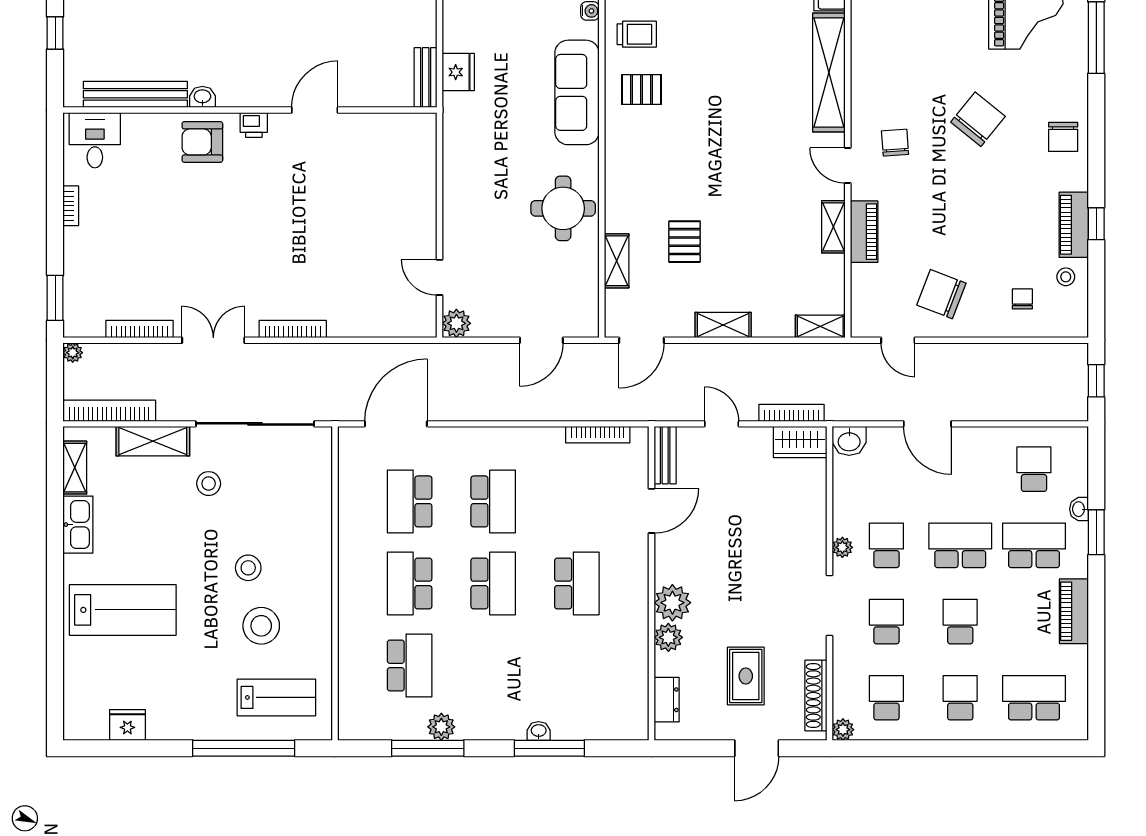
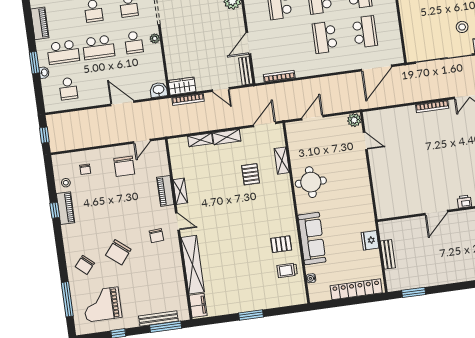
bench: (426, 77) -> (388, 254), moved
chair: (1063, 137) -> (85, 265), moved, turned -139
chair: (941, 294) -> (124, 166), turned 69
shelving: (820, 326) -> (200, 140), moved
door: (898, 340) -> (142, 141), swing flipped

